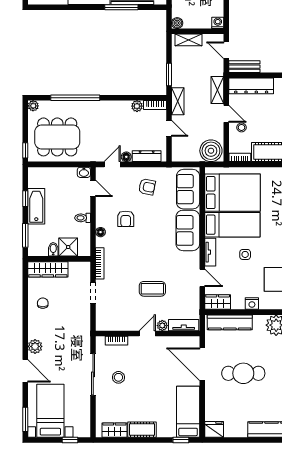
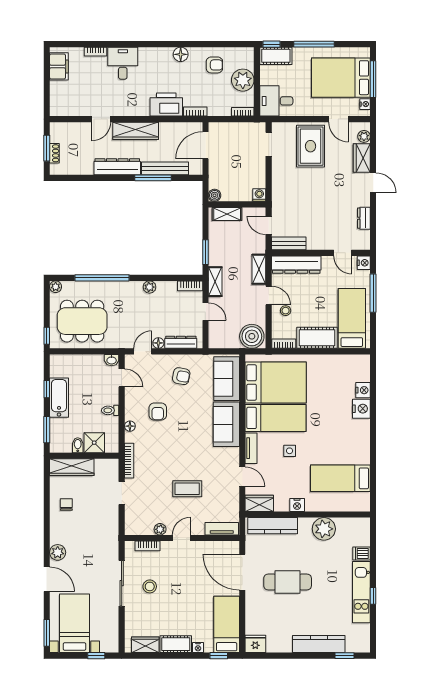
plant: (137, 106) -> (149, 287), moved
plant: (162, 326) -> (160, 529), moved
nightstand: (162, 433) -> (198, 648), added

